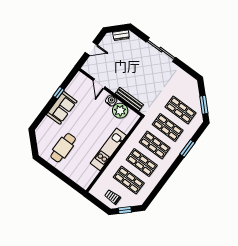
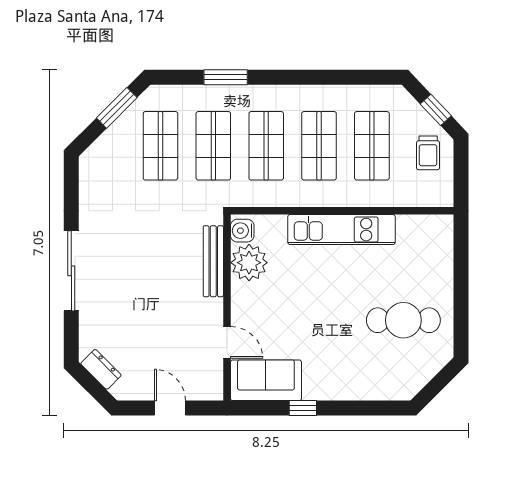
door: (99, 84) -> (227, 342), hinge flipped
water cooler: (111, 101) -> (242, 231), moved
sofa: (62, 108) -> (266, 380), moved

